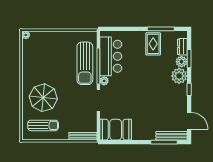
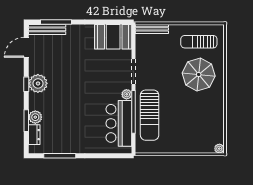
rug: (153, 44) -> (69, 138), removed
sun lounger: (85, 63) -> (150, 115), turned 180
plant: (179, 76) -> (38, 83), moved
door: (189, 121) -> (26, 47), hinge flipped

